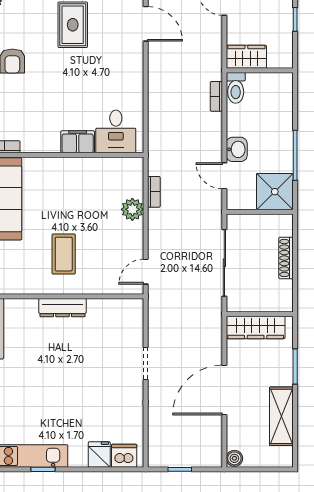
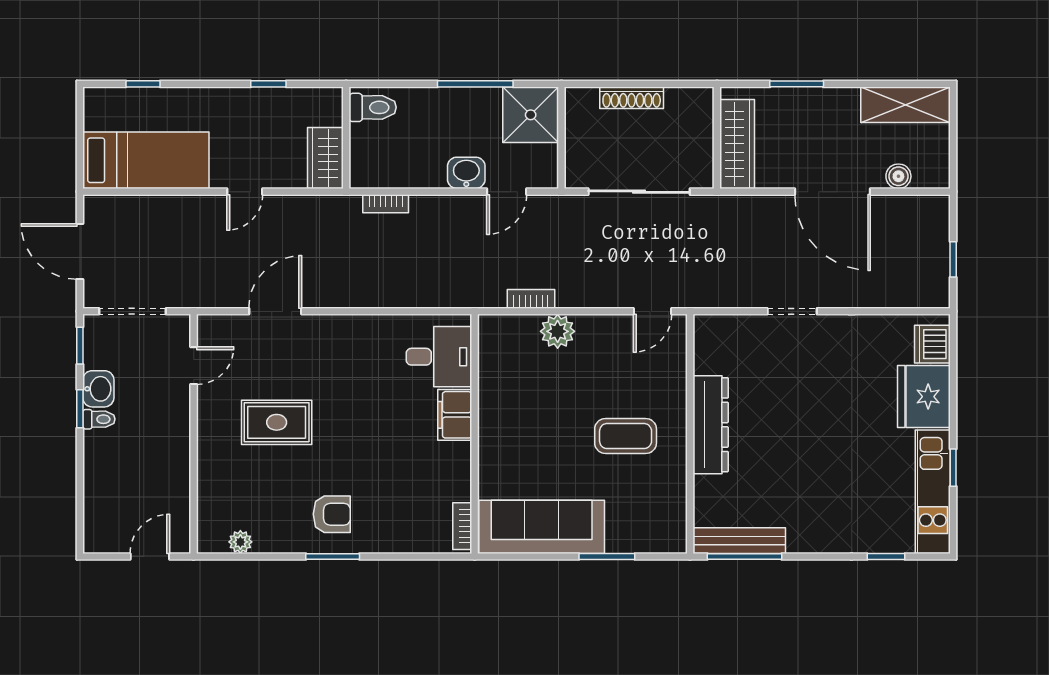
toilet: (236, 88) -> (373, 107), moved
door: (146, 272) -> (652, 311), hinge flipped
dresser: (62, 308) -> (711, 425), width x1.37, depth x1.24
shelving: (281, 416) -> (906, 105), moved
fridge: (99, 454) -> (924, 397), width x1.88, depth x1.34
boiler: (234, 458) -> (898, 176), moved

